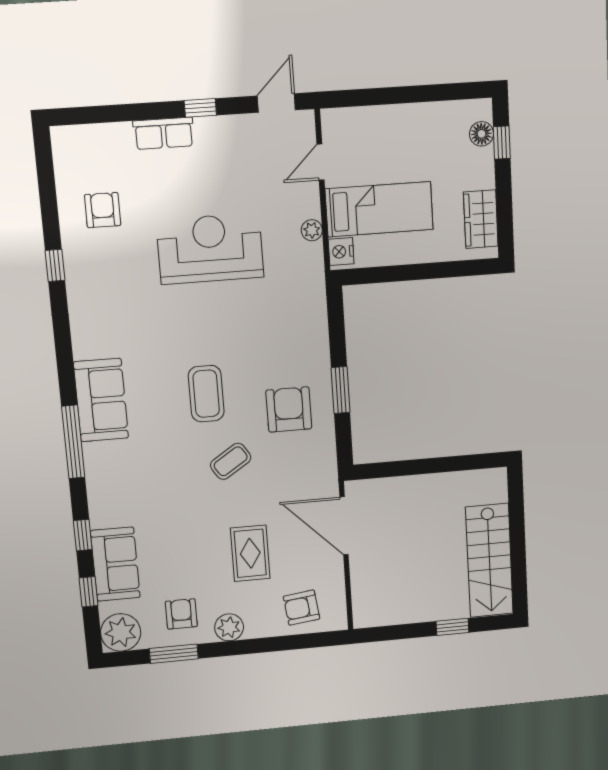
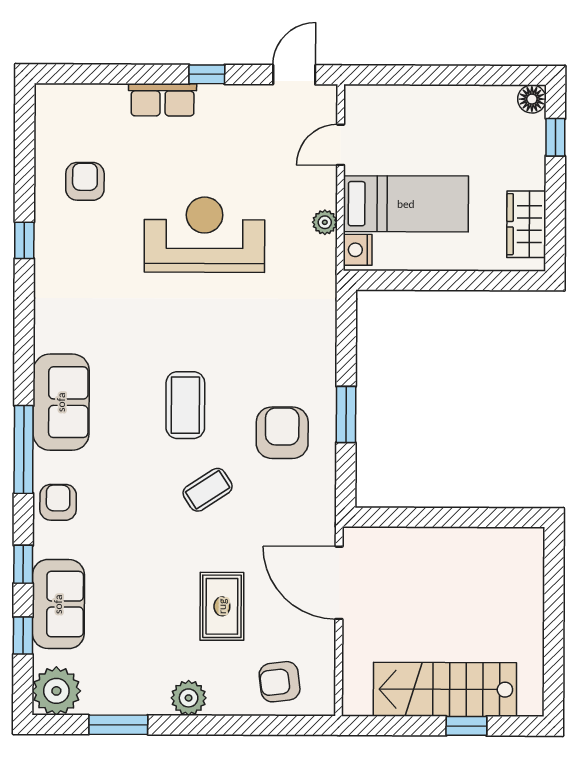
floor lamp: (482, 134) -> (532, 99), moved
stairs: (489, 560) -> (445, 689), moved, turned 90
armchair: (181, 614) -> (58, 502), moved

